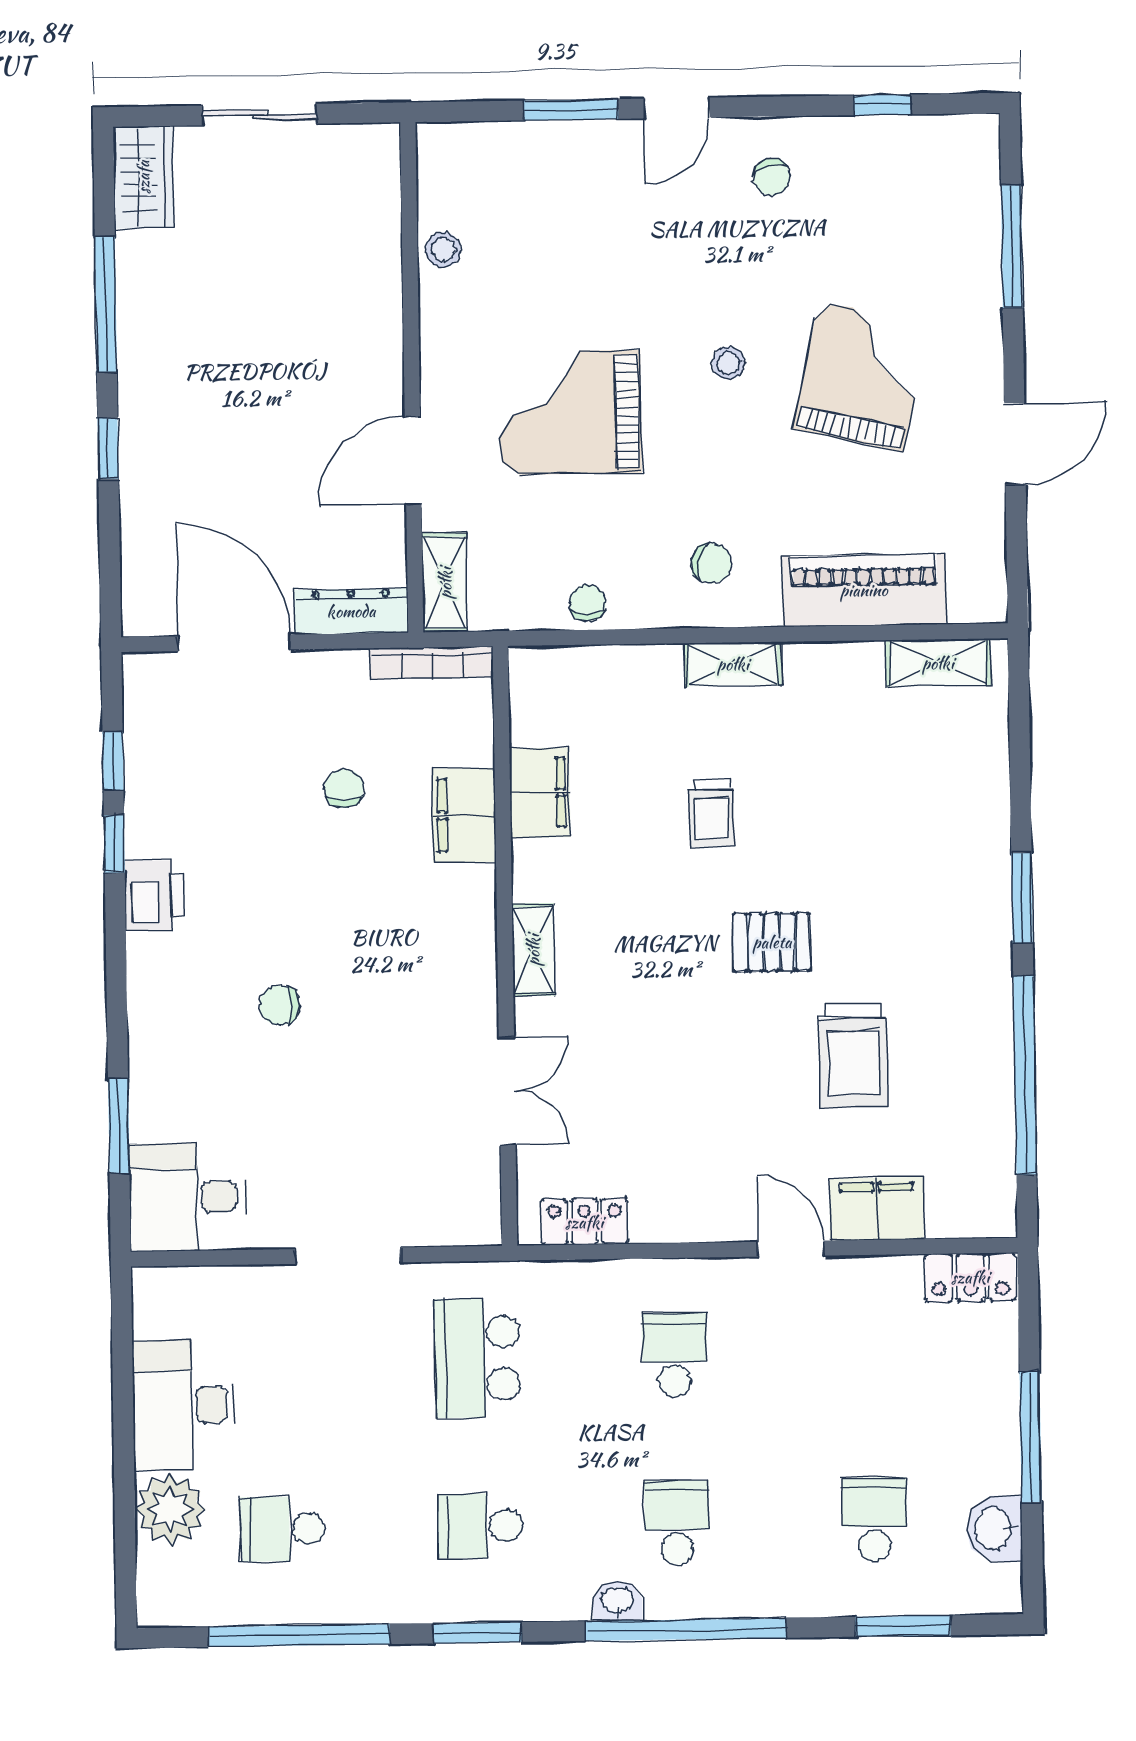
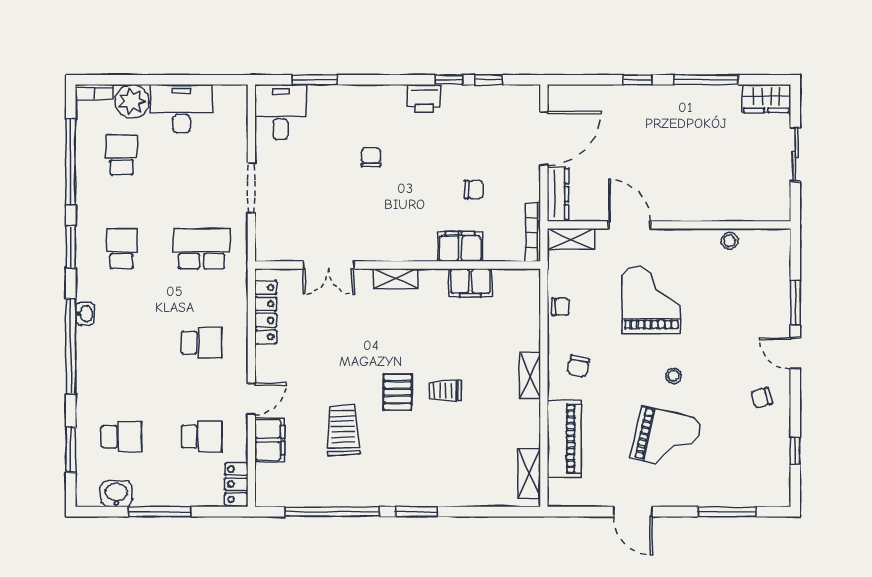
trolley: (712, 813) -> (445, 390), moved
trolley: (853, 1055) -> (343, 430), turned 88
locker: (584, 1222) -> (266, 312), width x1.53
school desk: (677, 1523) -> (202, 437), moved
bookcase: (152, 1589) -> (94, 92), added

